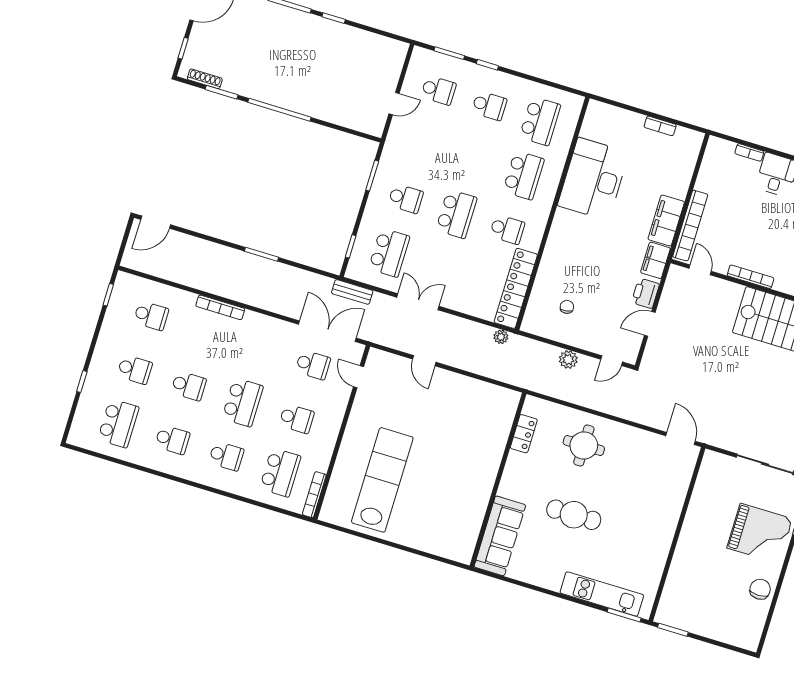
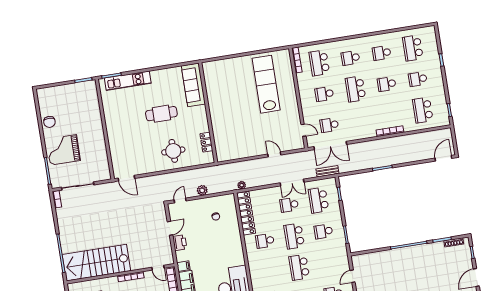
school desk: (524, 175) -> (299, 267), moved
filing cabinet: (655, 260) -> (183, 266), width x0.50
school desk: (440, 268) -> (289, 205), added
school desk: (151, 316) -> (423, 110), width x1.85
lab bench: (382, 480) -> (266, 84), turned 180

